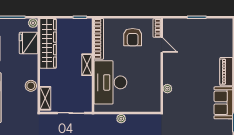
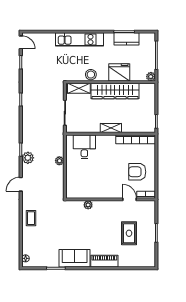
fridge: (29, 43) -> (119, 72), moved
wardrobe: (48, 43) -> (115, 91), moved
door: (162, 45) -> (130, 199), swing flipped
rug: (197, 46) -> (129, 233), added
desk: (110, 82) -> (84, 147), width x0.53, depth x0.77

